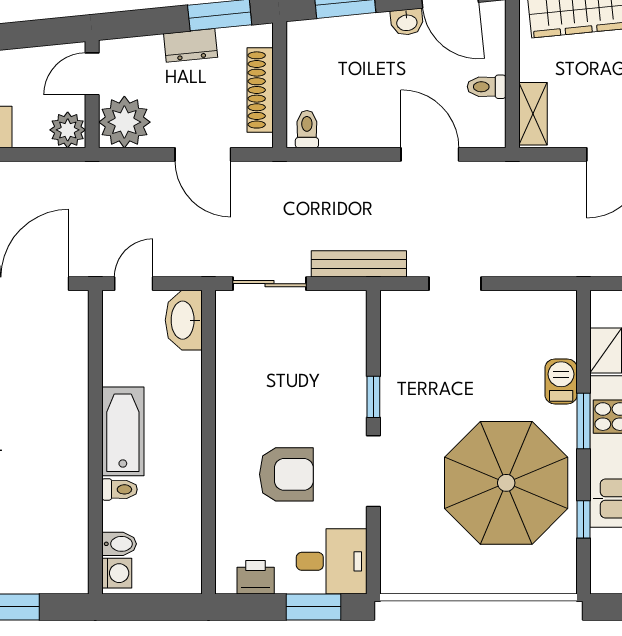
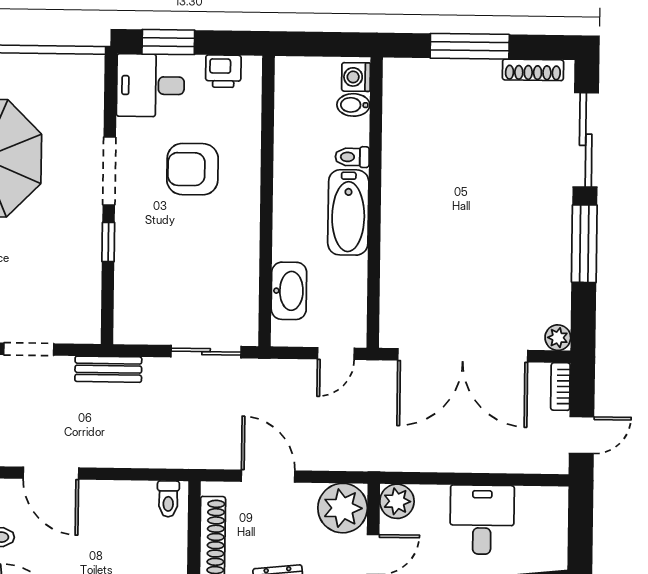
bench: (359, 264) -> (108, 369), width x0.73
washbasin: (184, 320) -> (289, 291), moved

